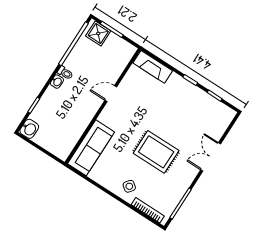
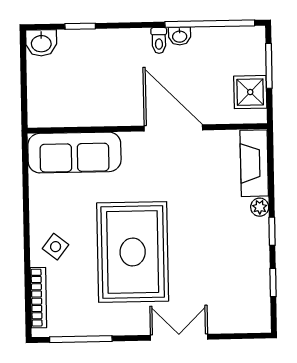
shower: (98, 33) -> (250, 92), moved
plant: (175, 78) -> (260, 207), added
washbasin: (57, 82) -> (180, 36), moved
door: (111, 94) -> (173, 128), width x1.87
rug: (156, 152) -> (133, 252), width x1.37, depth x1.44

